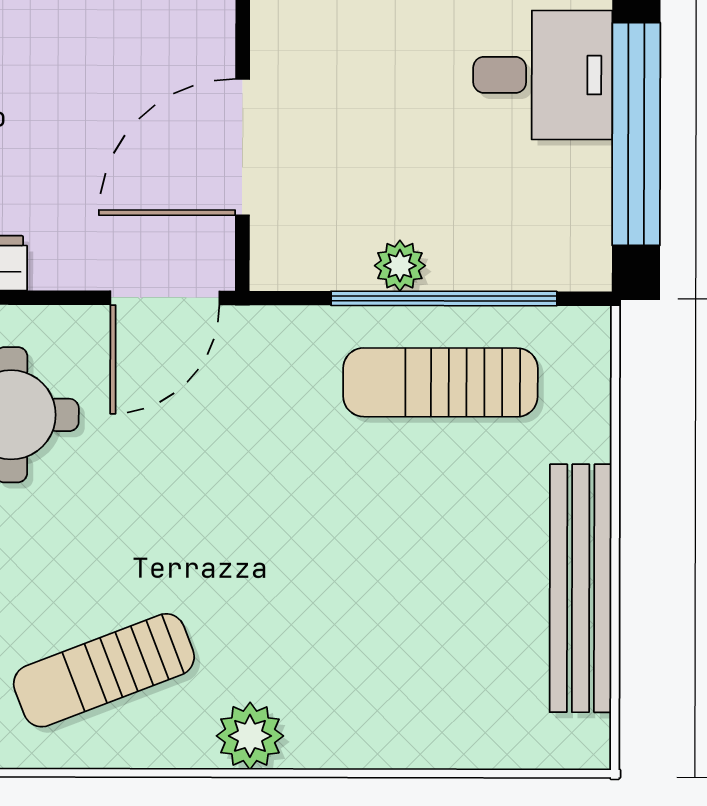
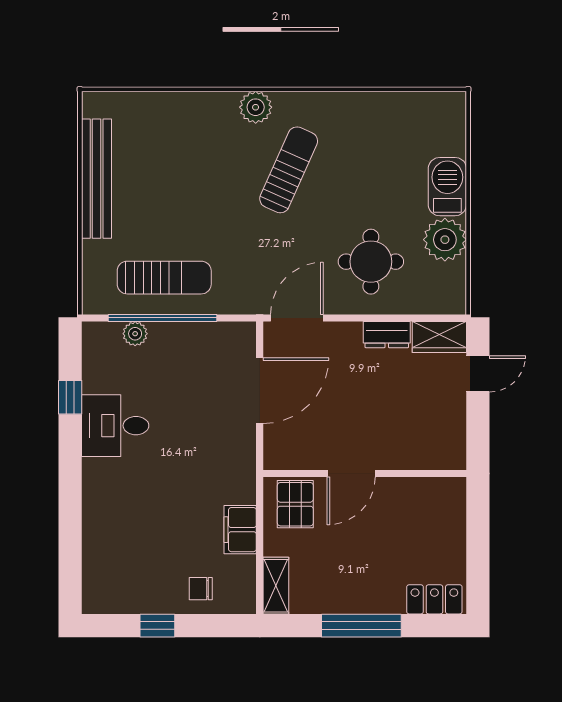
window: (636, 134) -> (70, 397), width x0.32
plant: (400, 266) -> (135, 334), moved
sun lounger: (104, 670) -> (289, 170), moved, turned -45

